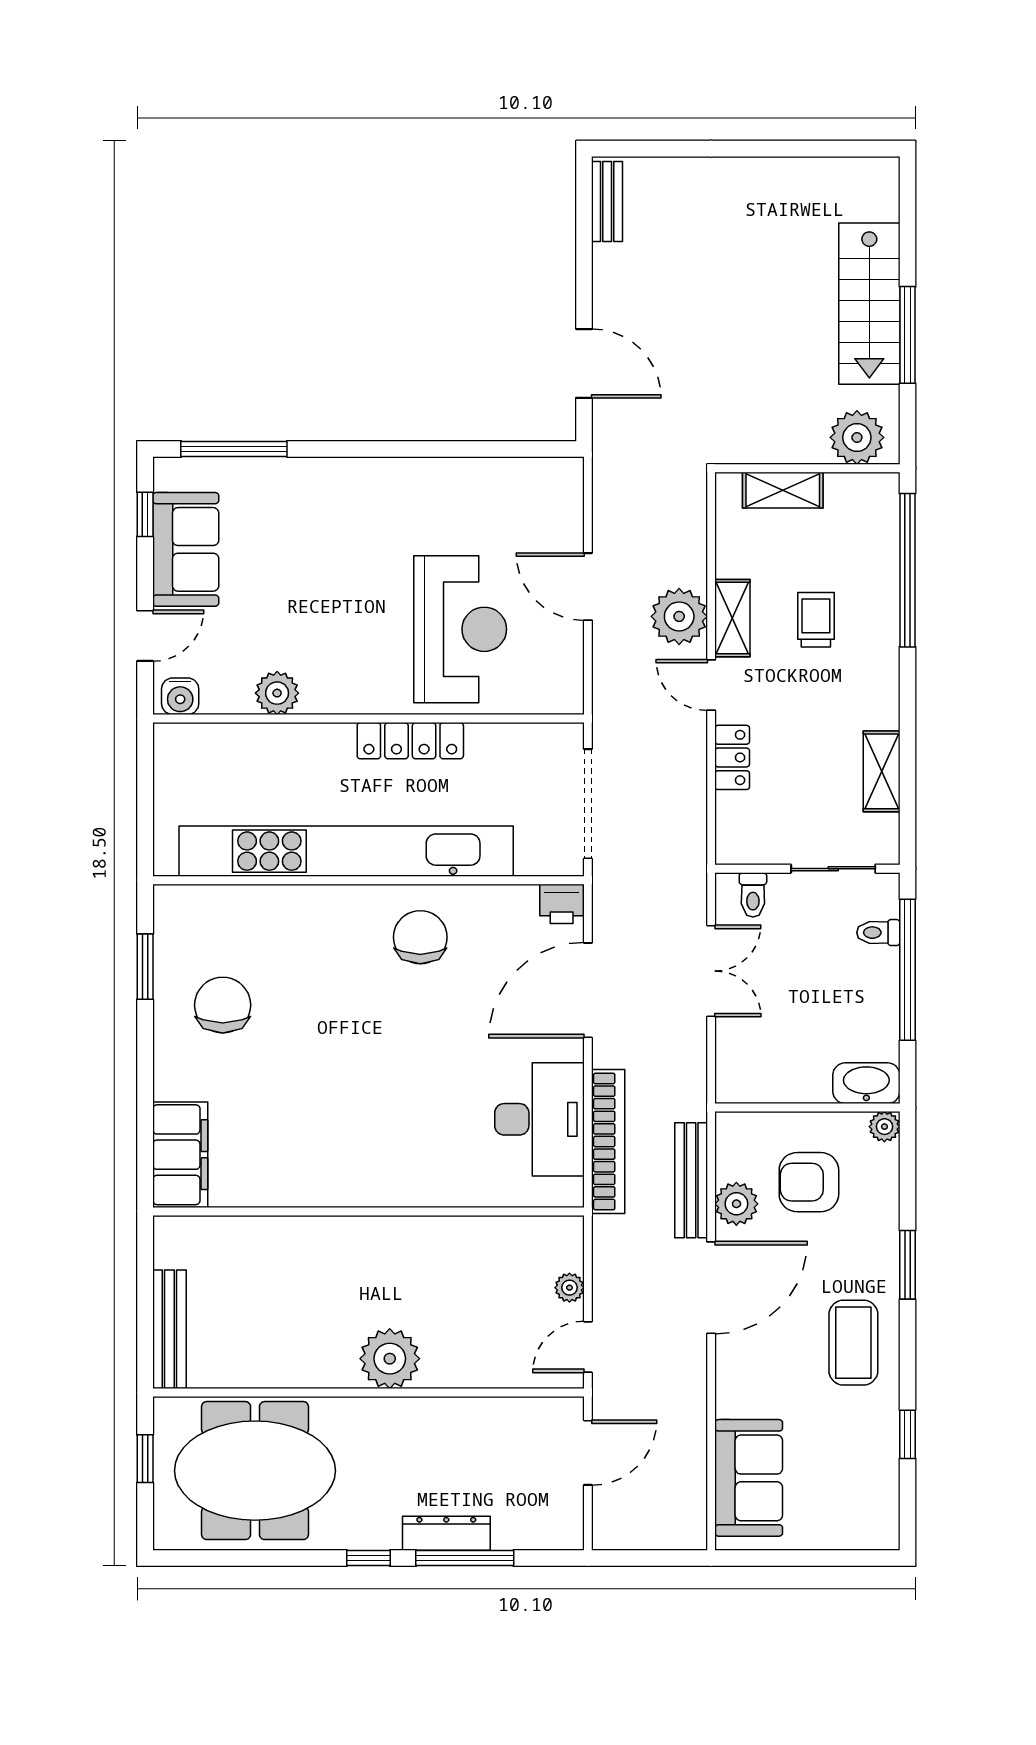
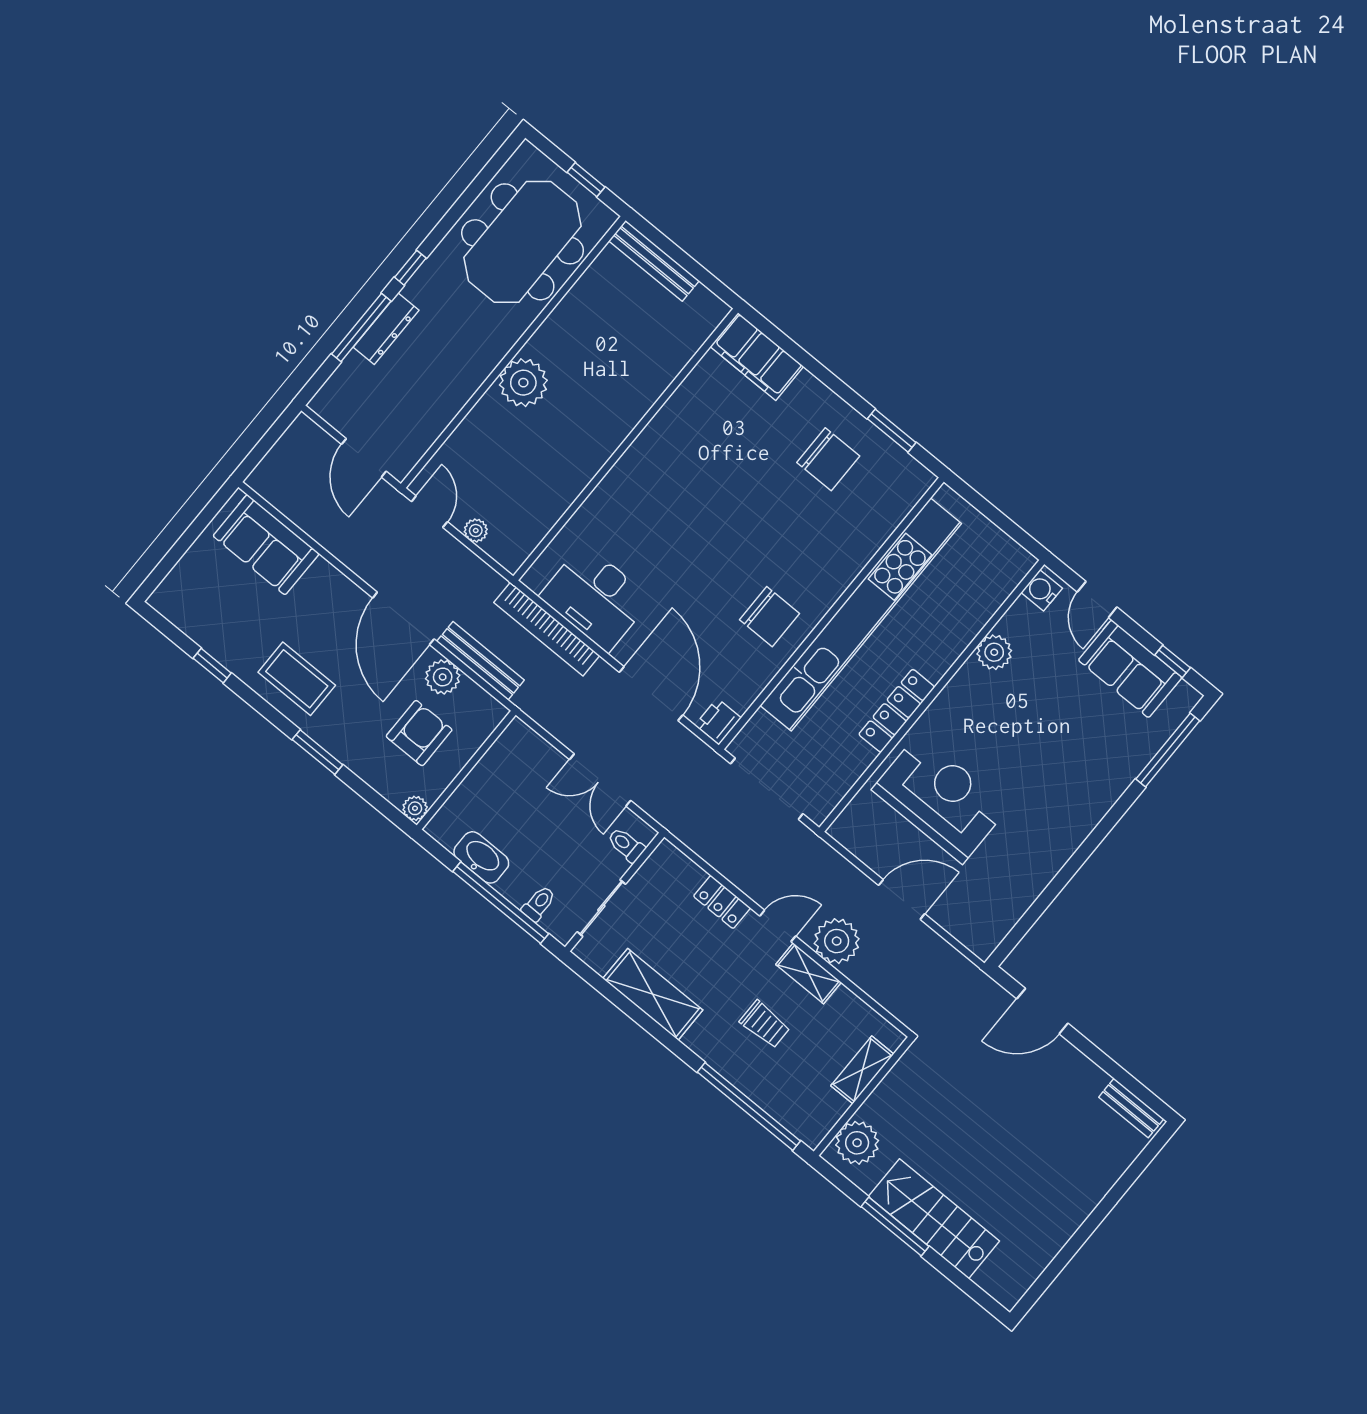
reception desk: (460, 629) -> (940, 798), turned 180
shelving: (882, 771) -> (653, 994), width x1.50, depth x1.33
washbasin: (866, 1083) -> (481, 857), moved, turned -90

